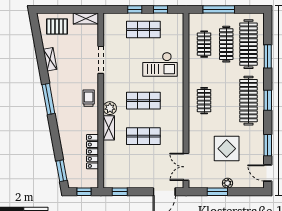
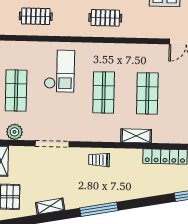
plant: (110, 108) -> (14, 132), moved

